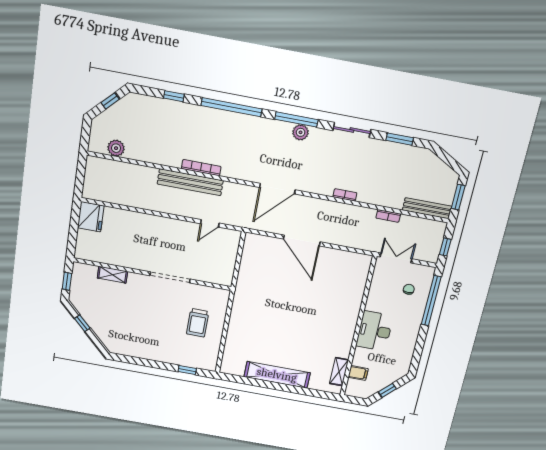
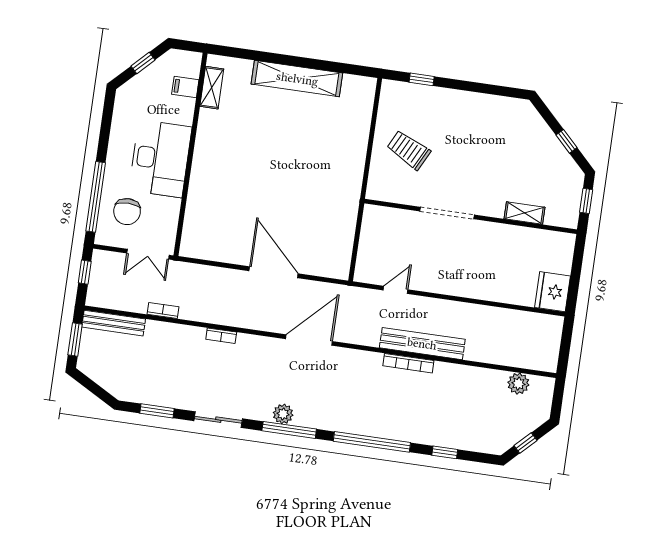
chair: (409, 289) -> (127, 212), width x1.87, depth x1.87
trolley: (198, 323) -> (409, 150), turned -63
desk: (375, 331) -> (160, 159), width x1.36, depth x1.30

